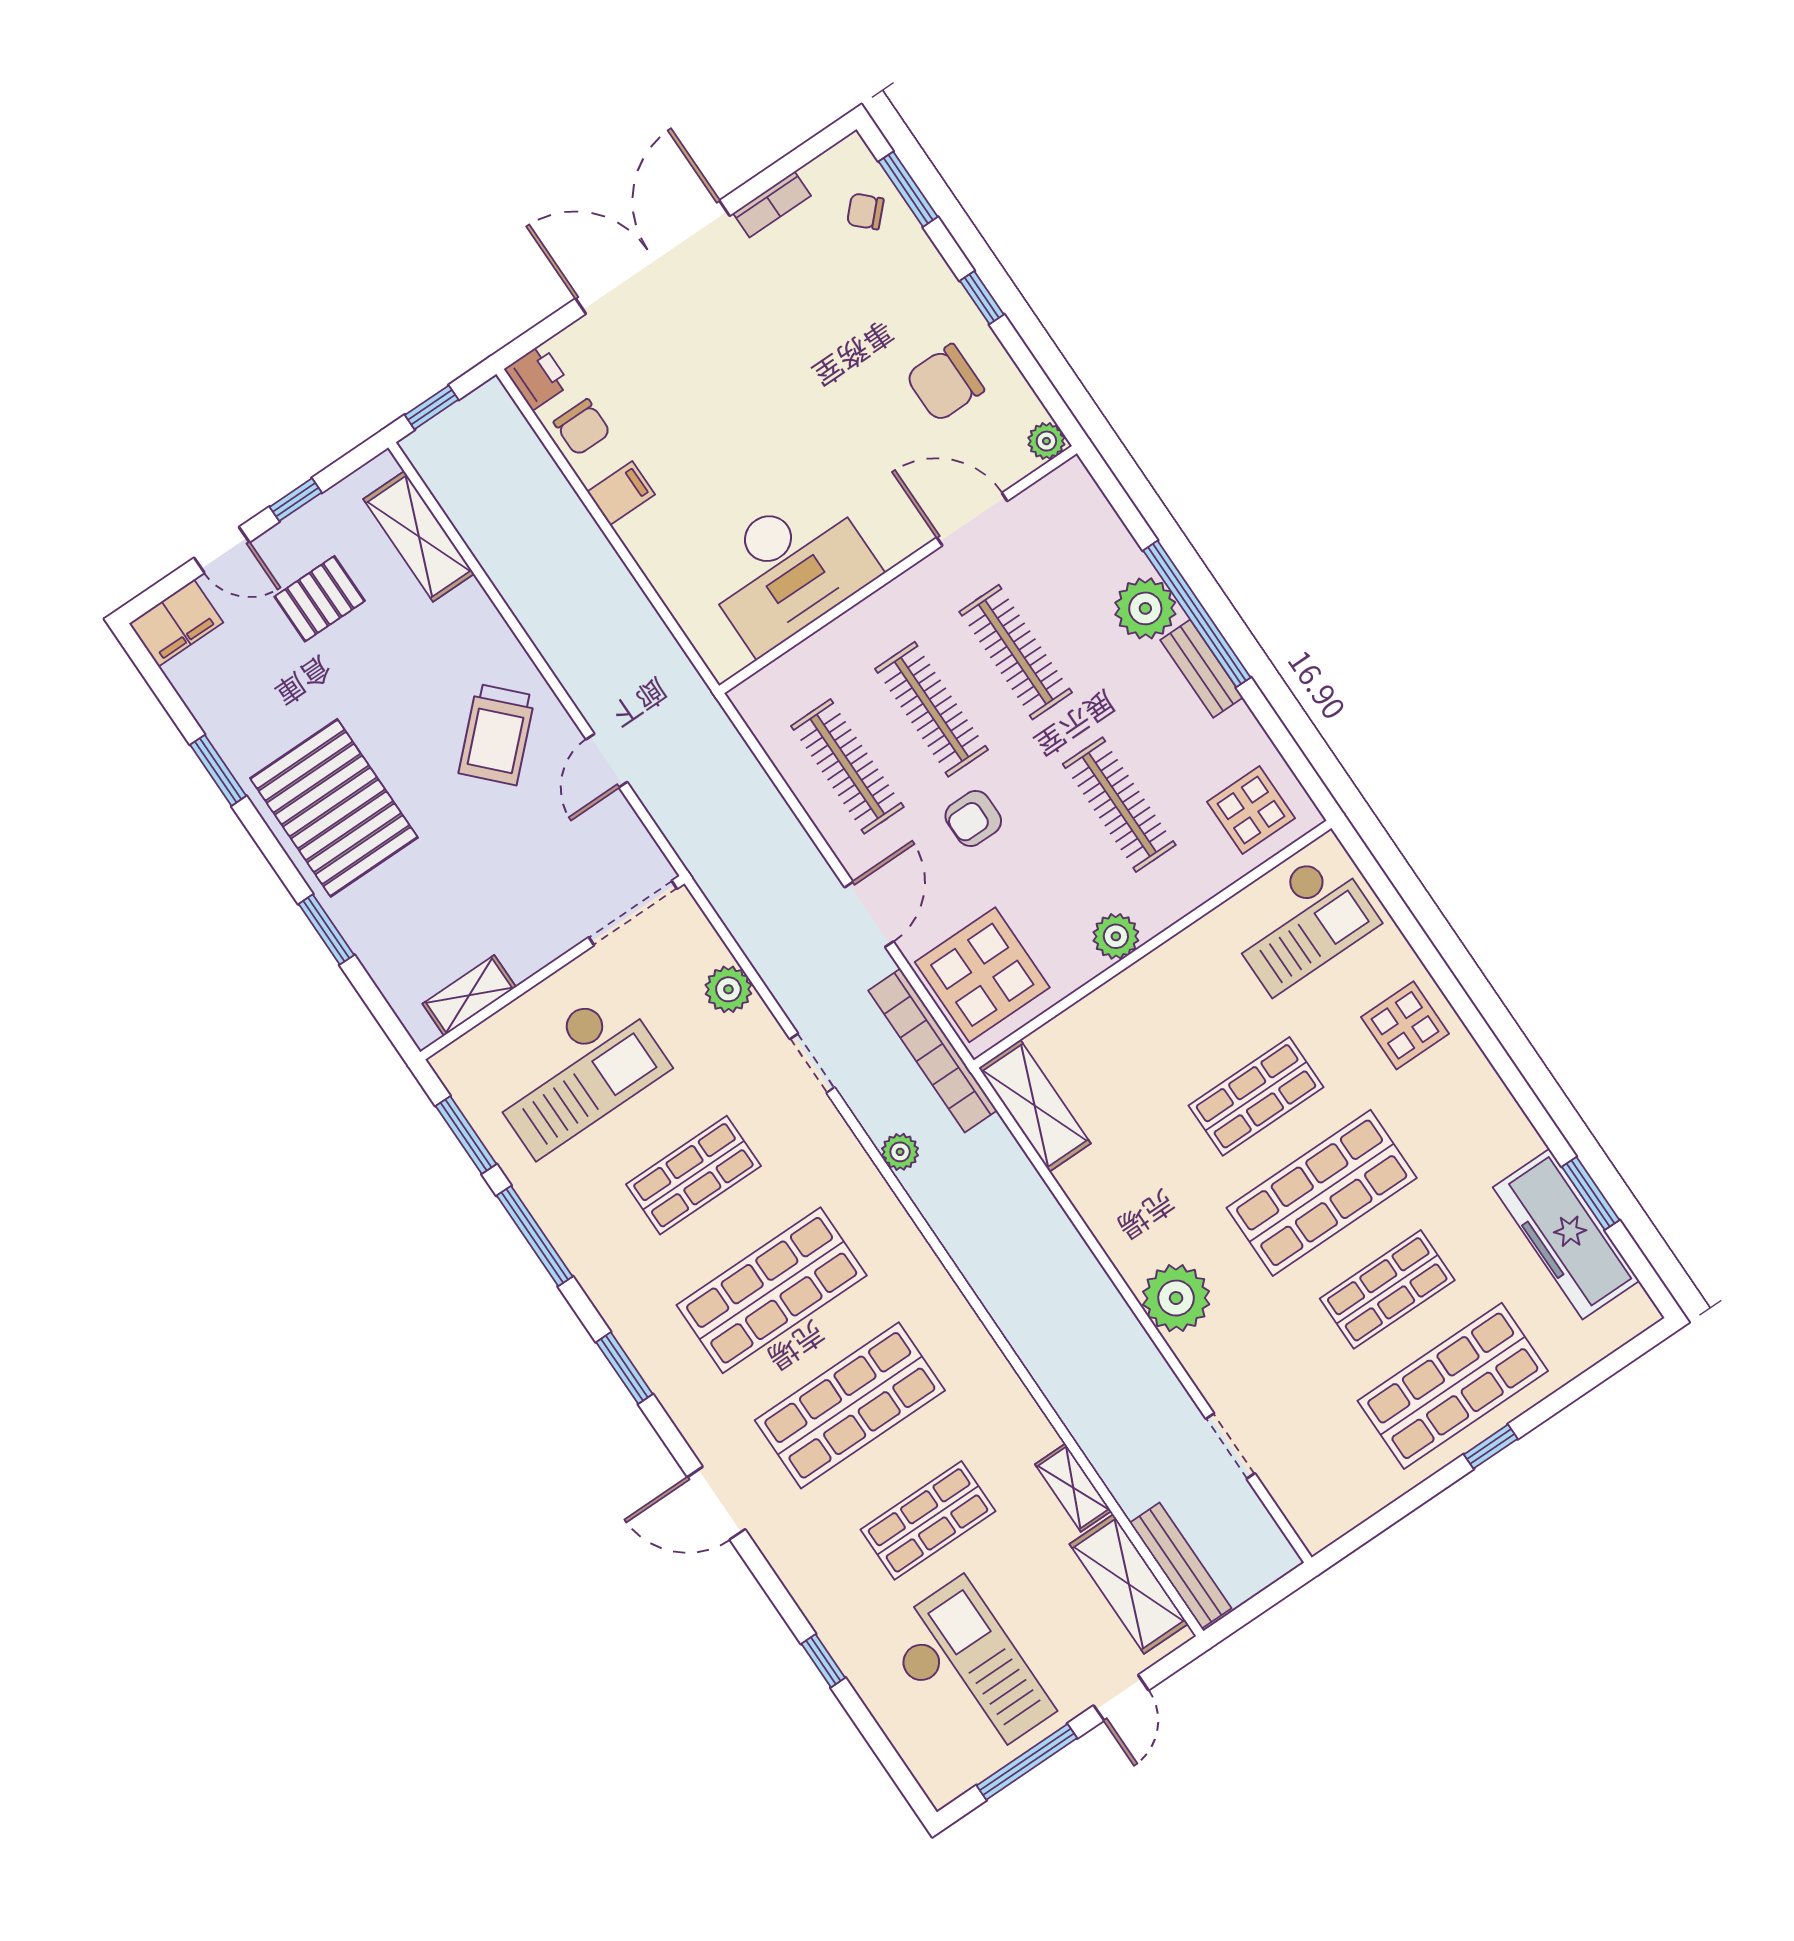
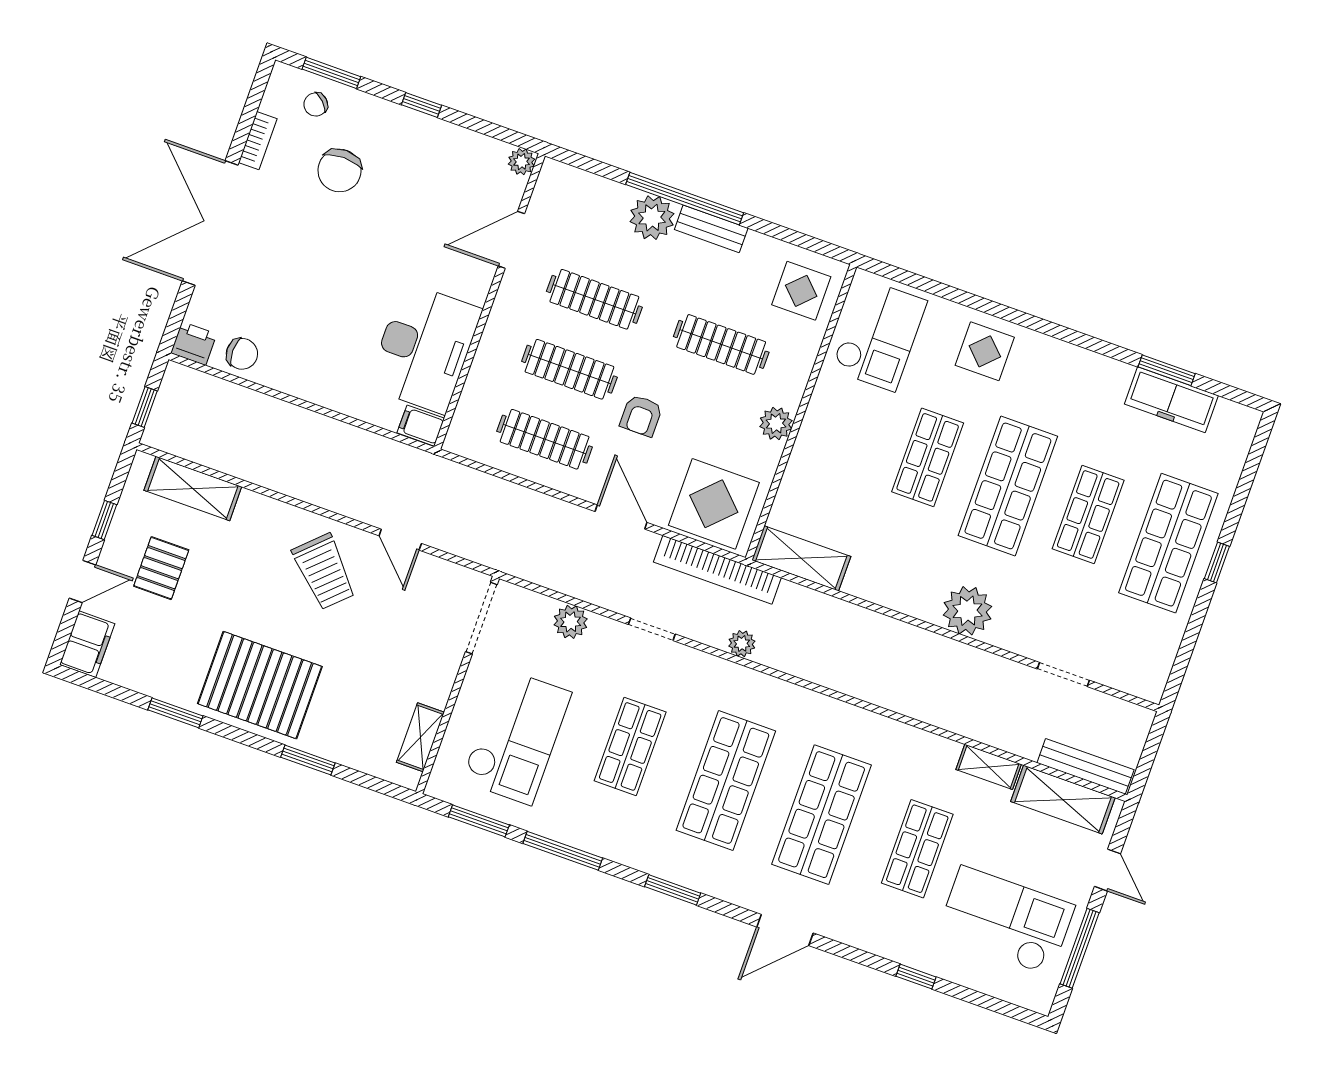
chair: (945, 383) -> (340, 170), moved
filing cabinet: (621, 493) -> (421, 426), moved, turned -90
freezer: (1566, 1234) -> (1171, 400), width x0.73, depth x0.79

